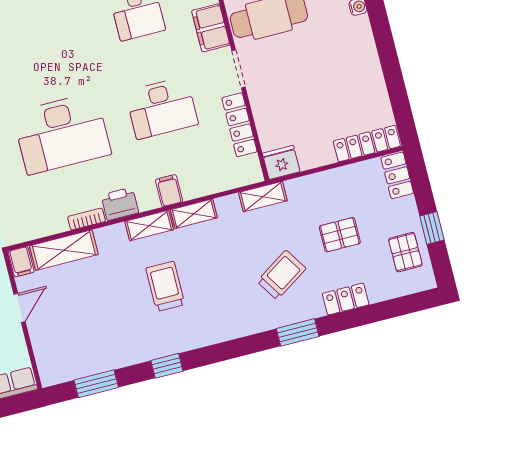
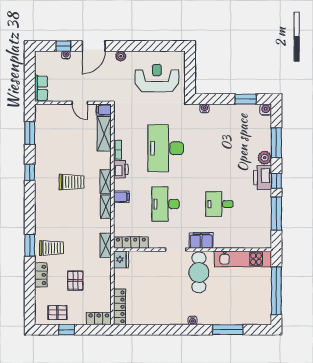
locker: (239, 125) -> (131, 243), moved
trolley: (281, 275) -> (52, 248), moved, turned -57

